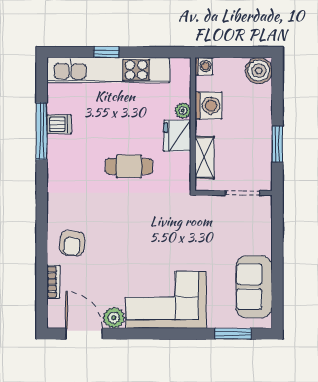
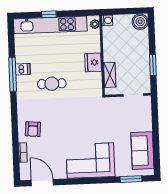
washing machine: (208, 106) -> (111, 44), removed
plant: (183, 111) -> (95, 24), moved
dishwasher: (59, 124) -> (23, 69), moved
window: (42, 131) -> (13, 74), moved
cafe table: (129, 166) -> (52, 84), moved
plant: (114, 318) -> (60, 172), removed

